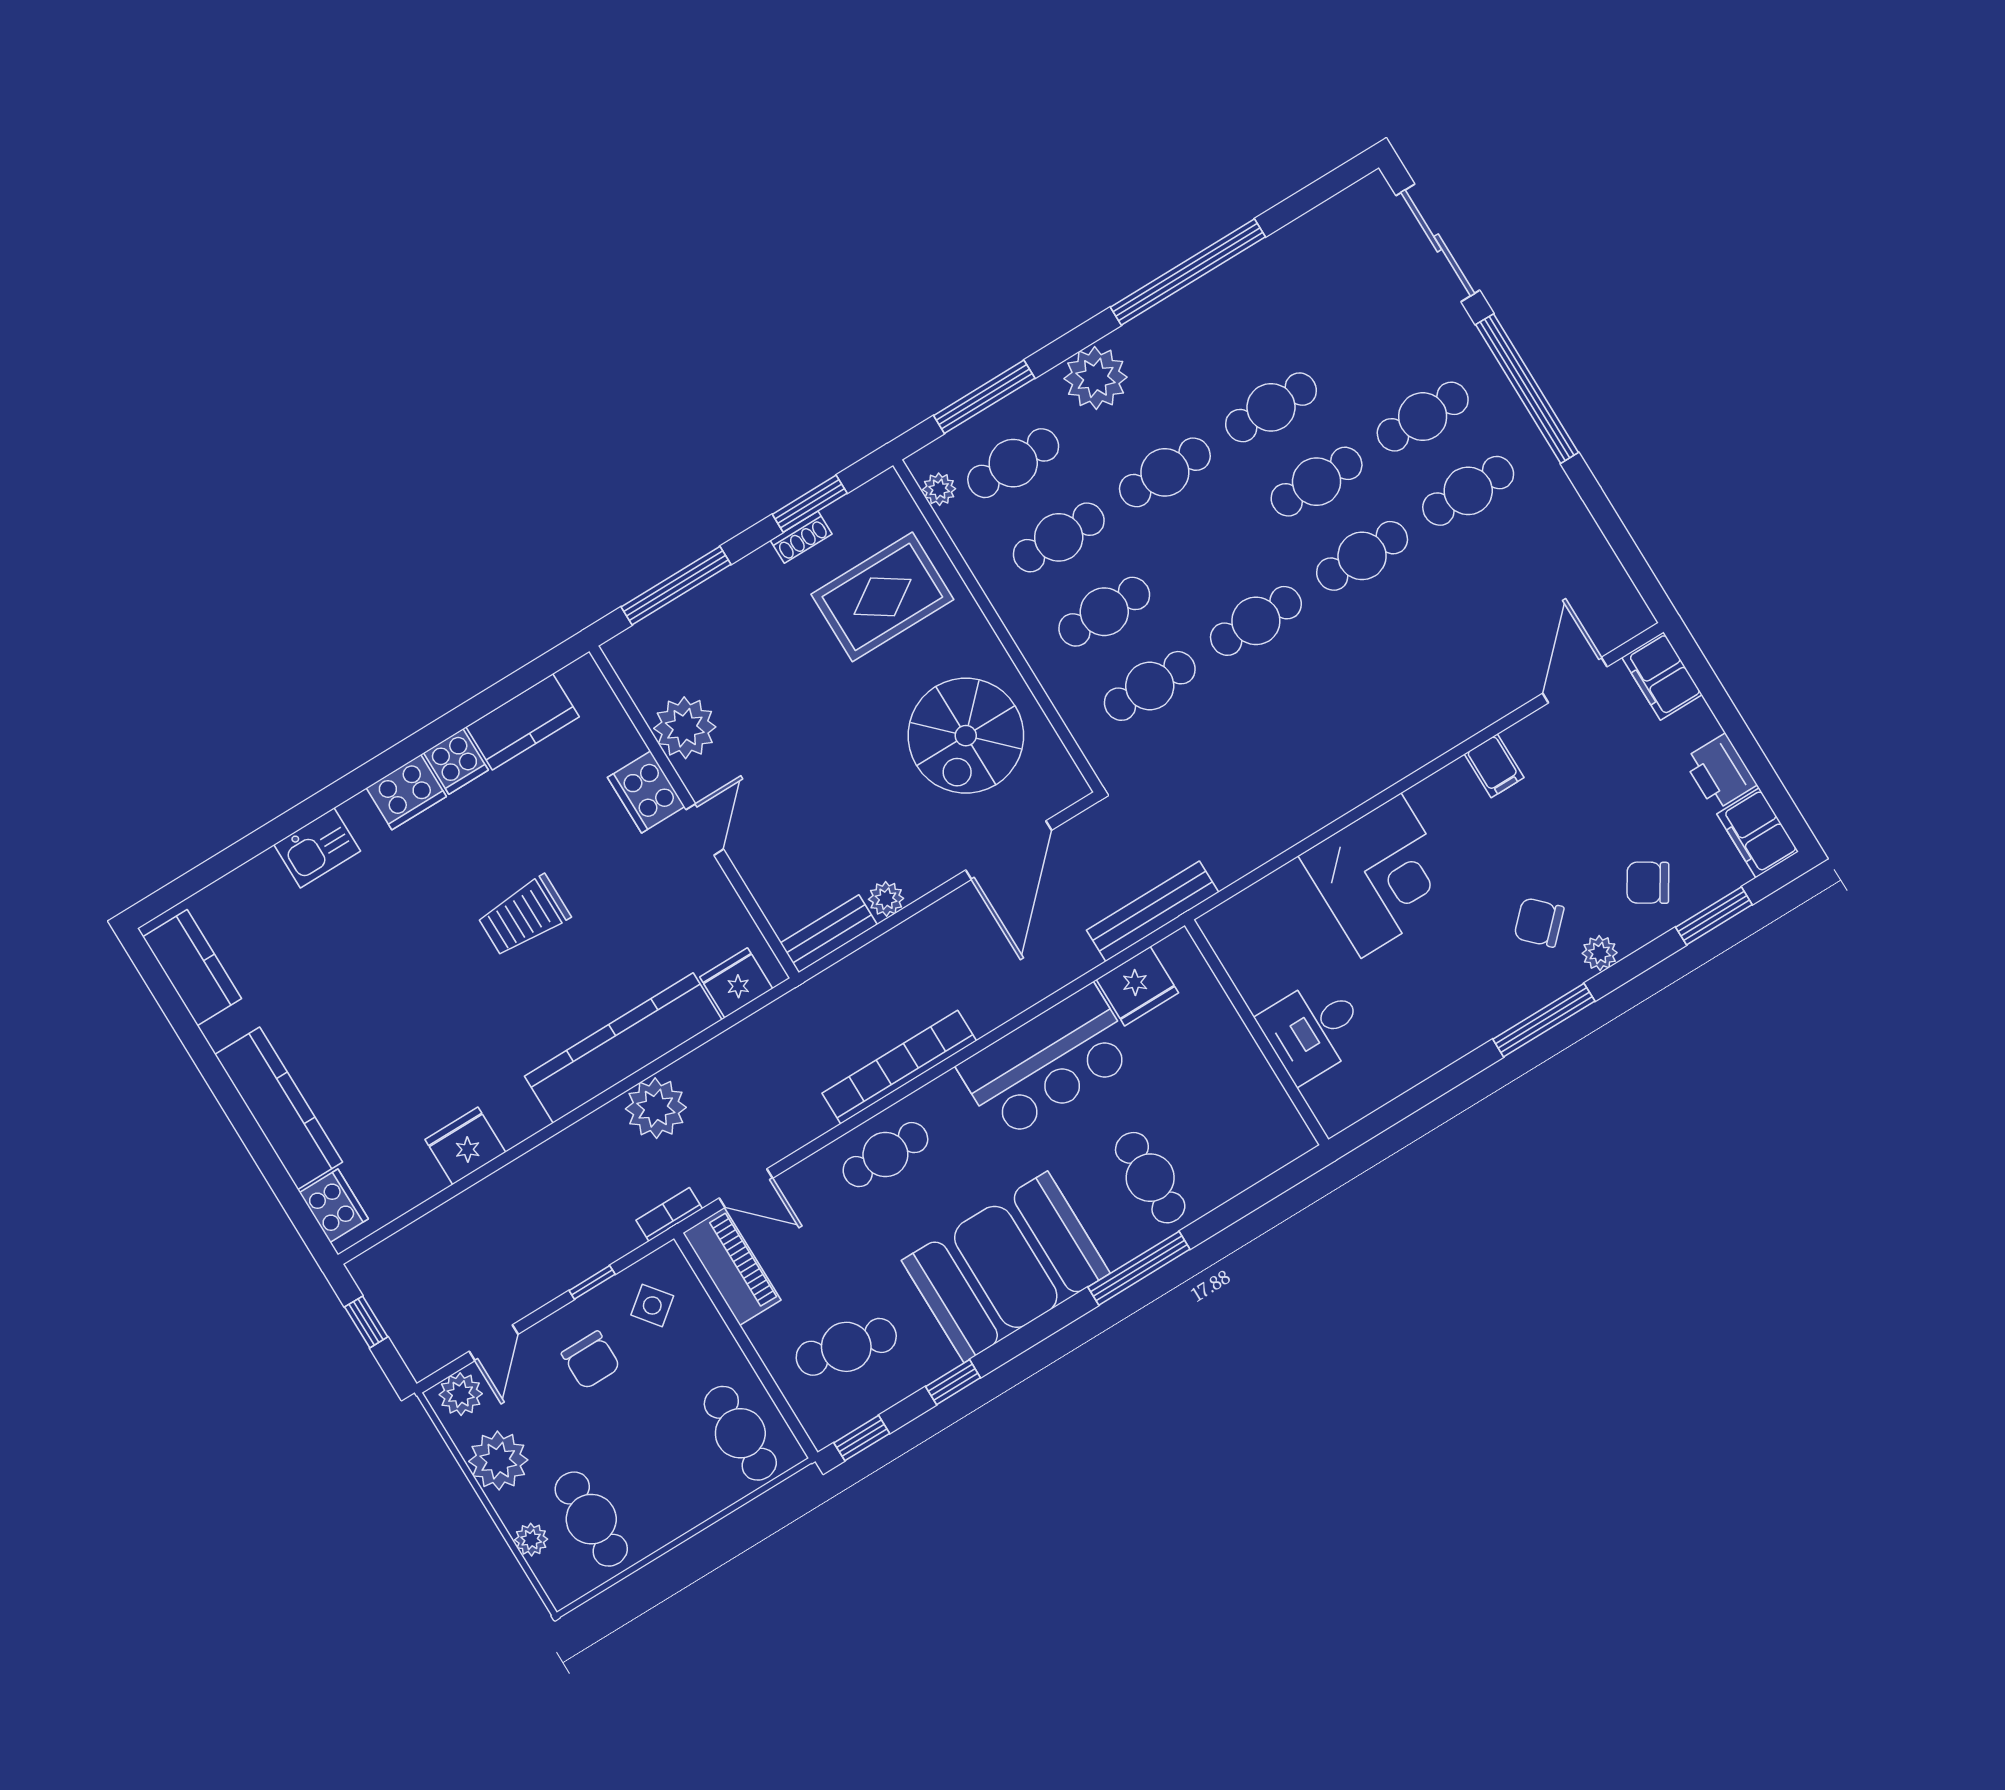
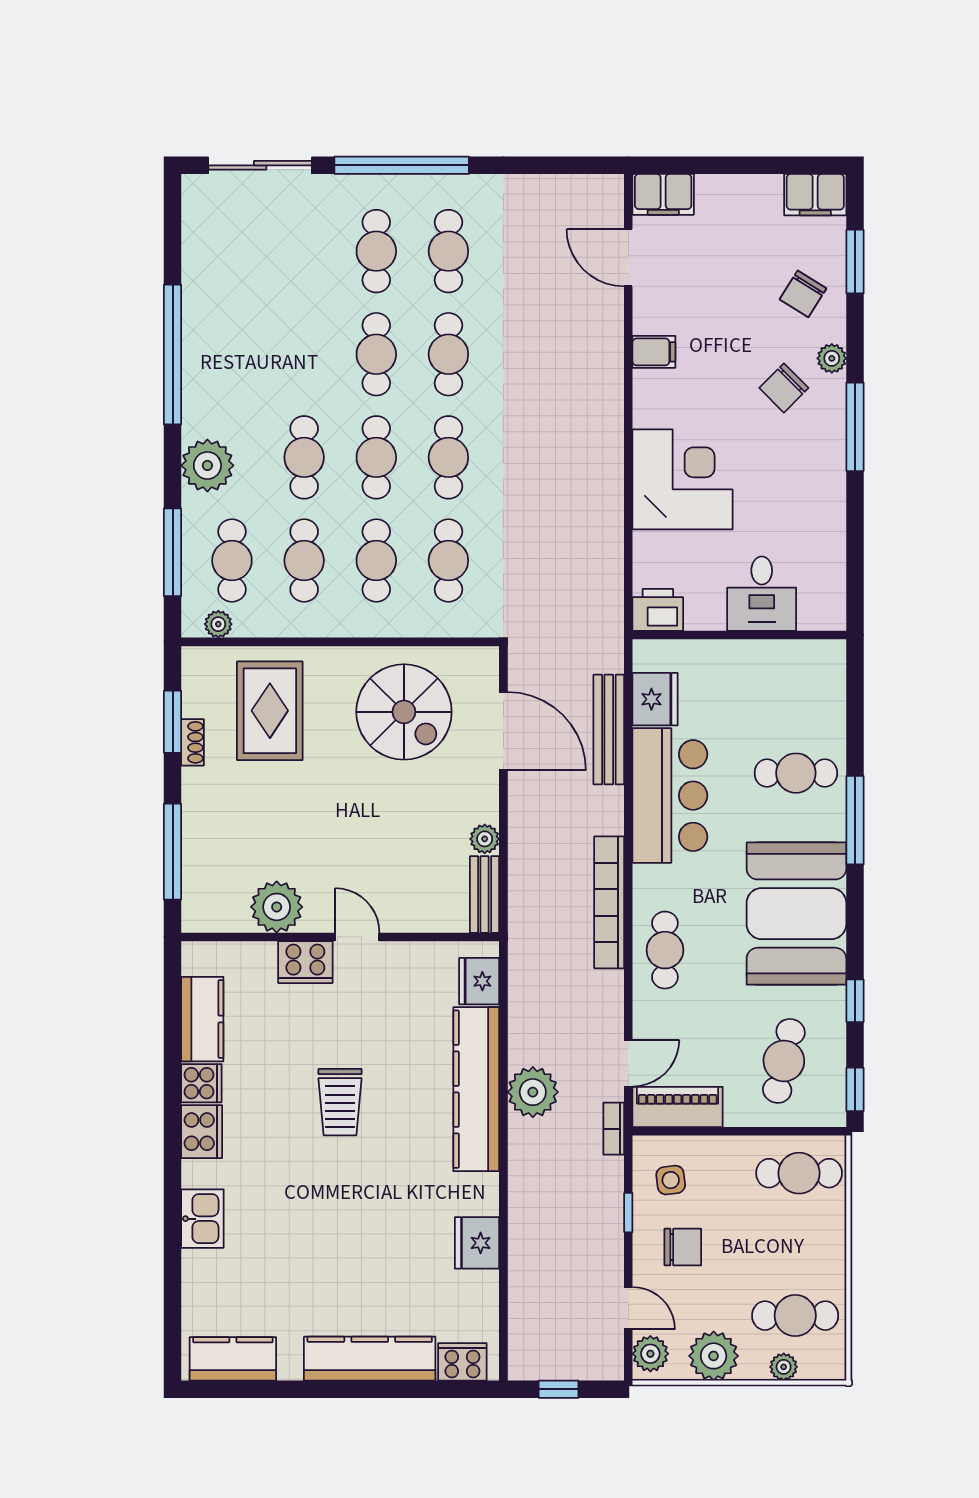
cafe table: (1271, 407) -> (376, 457), moved
printer: (1720, 772) -> (658, 610), moved, turned 180
bench: (1153, 911) -> (609, 730), moved
side table: (652, 1305) -> (671, 1180), turned 31

